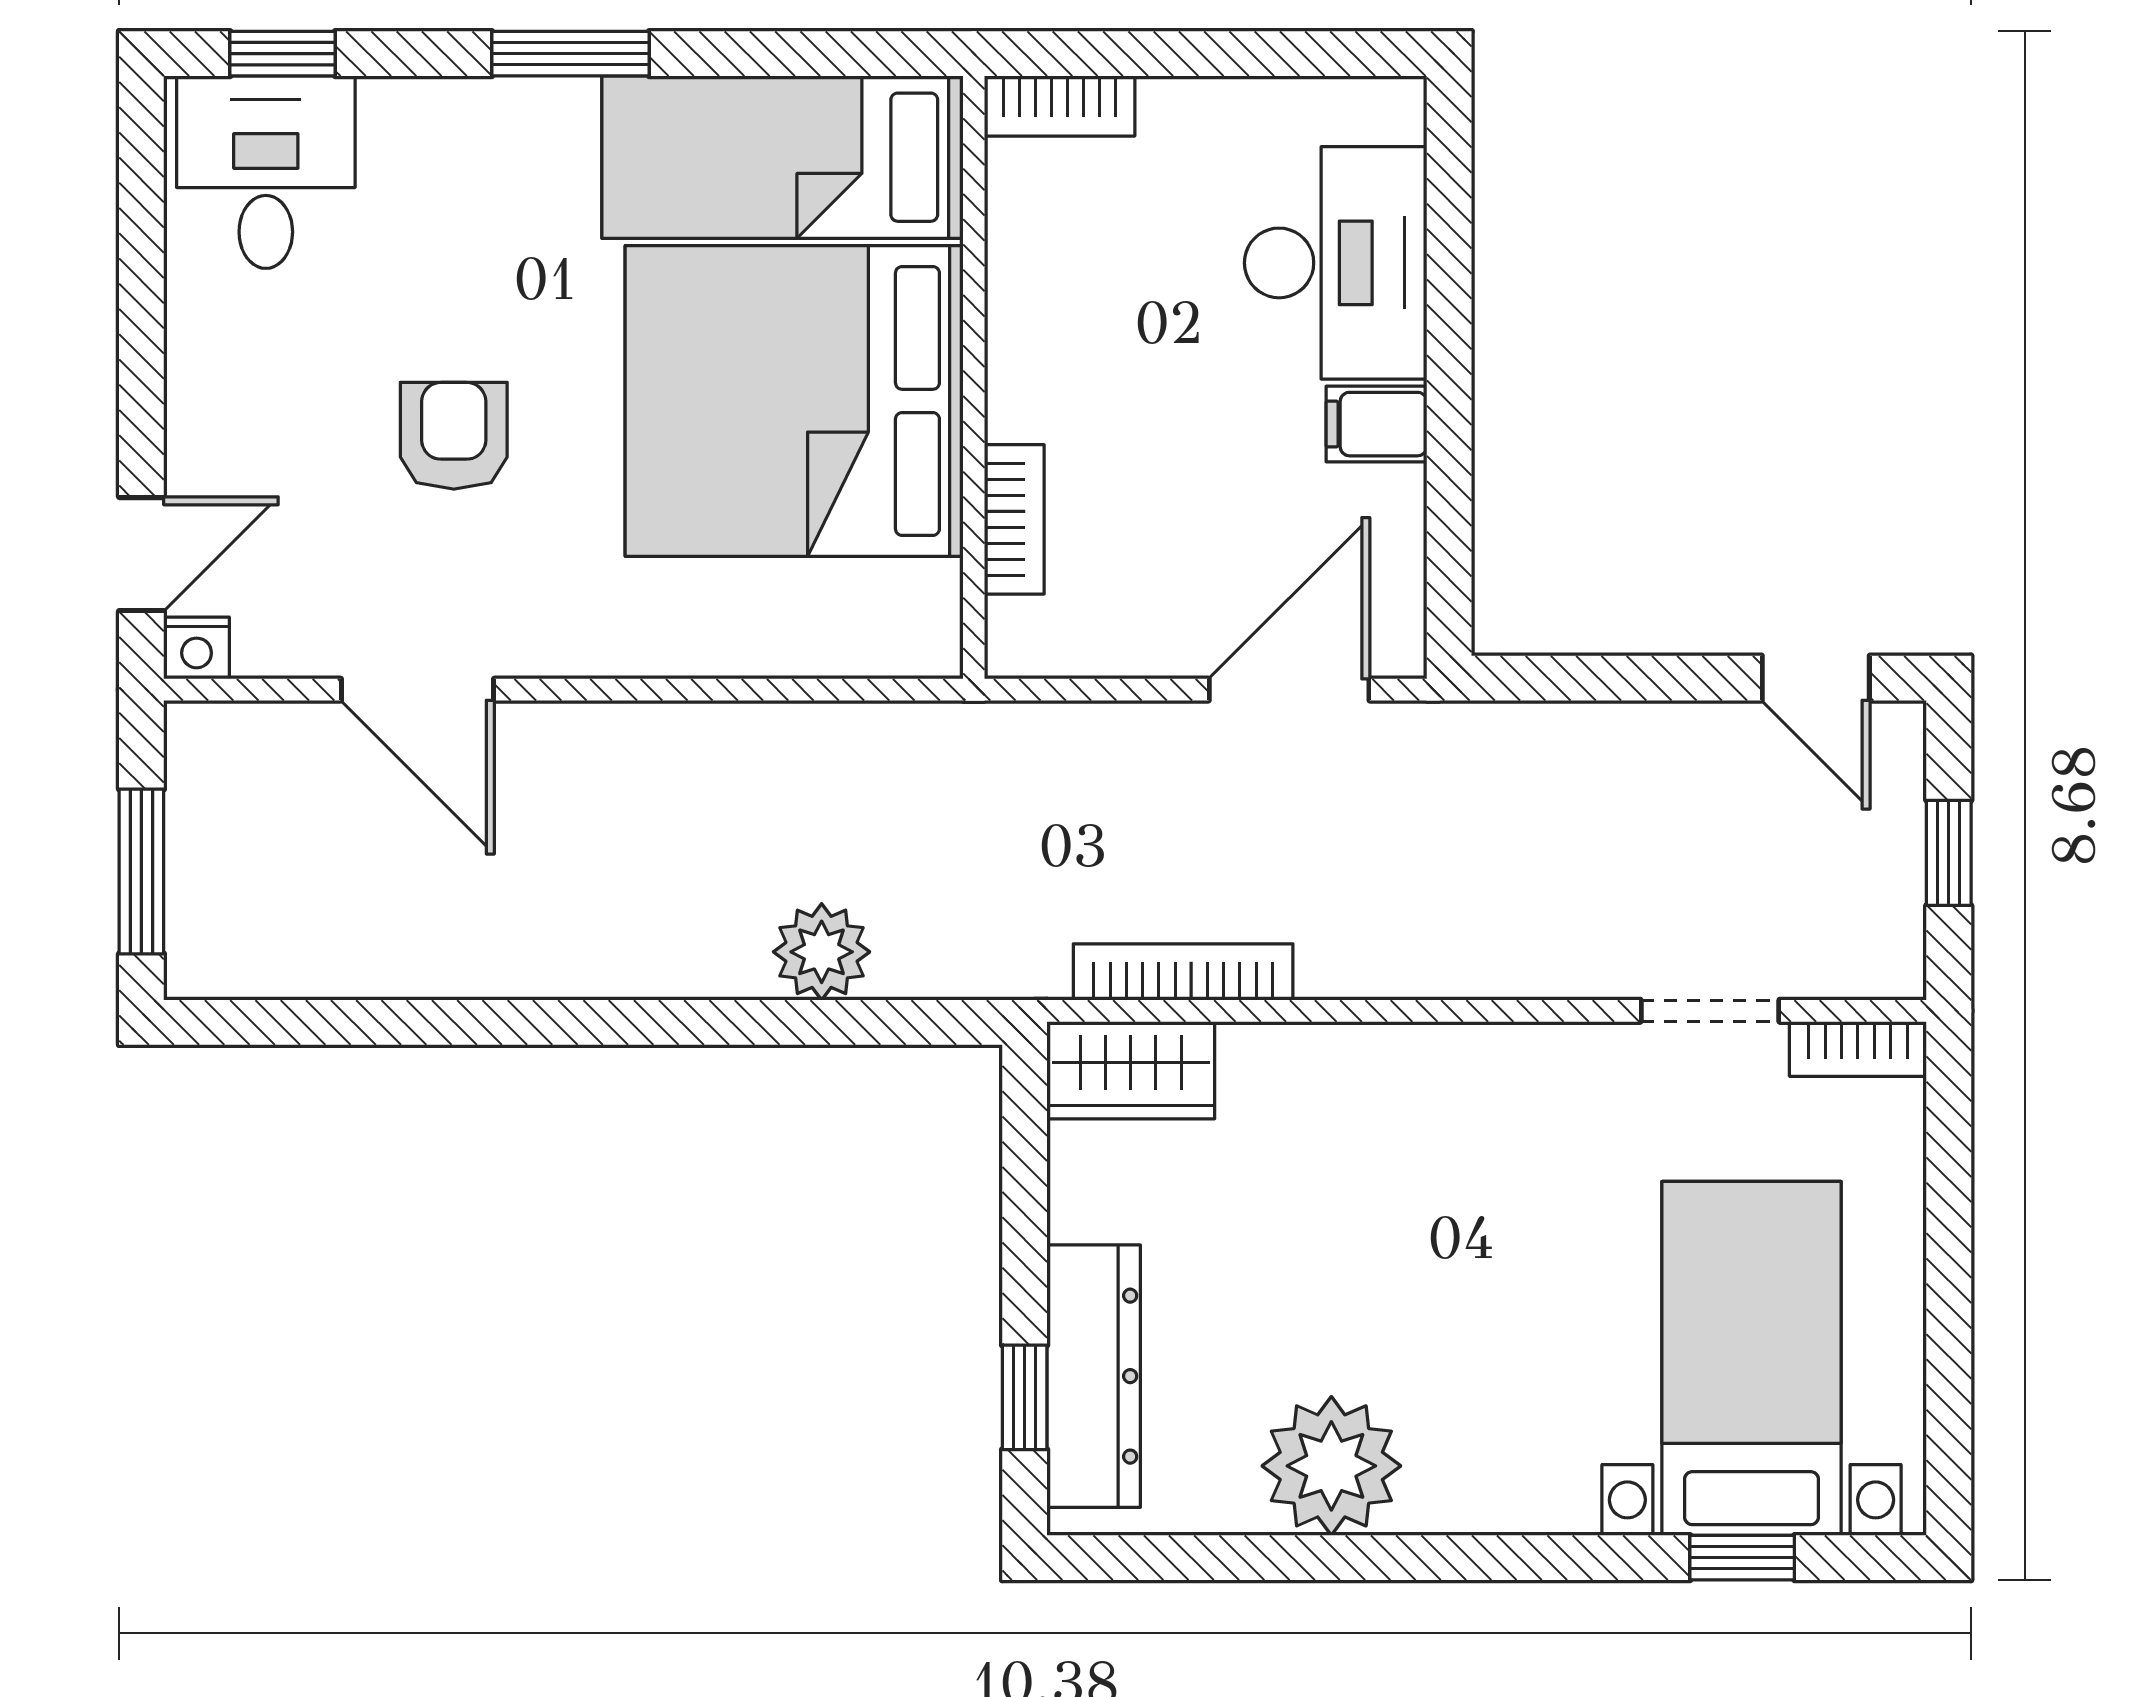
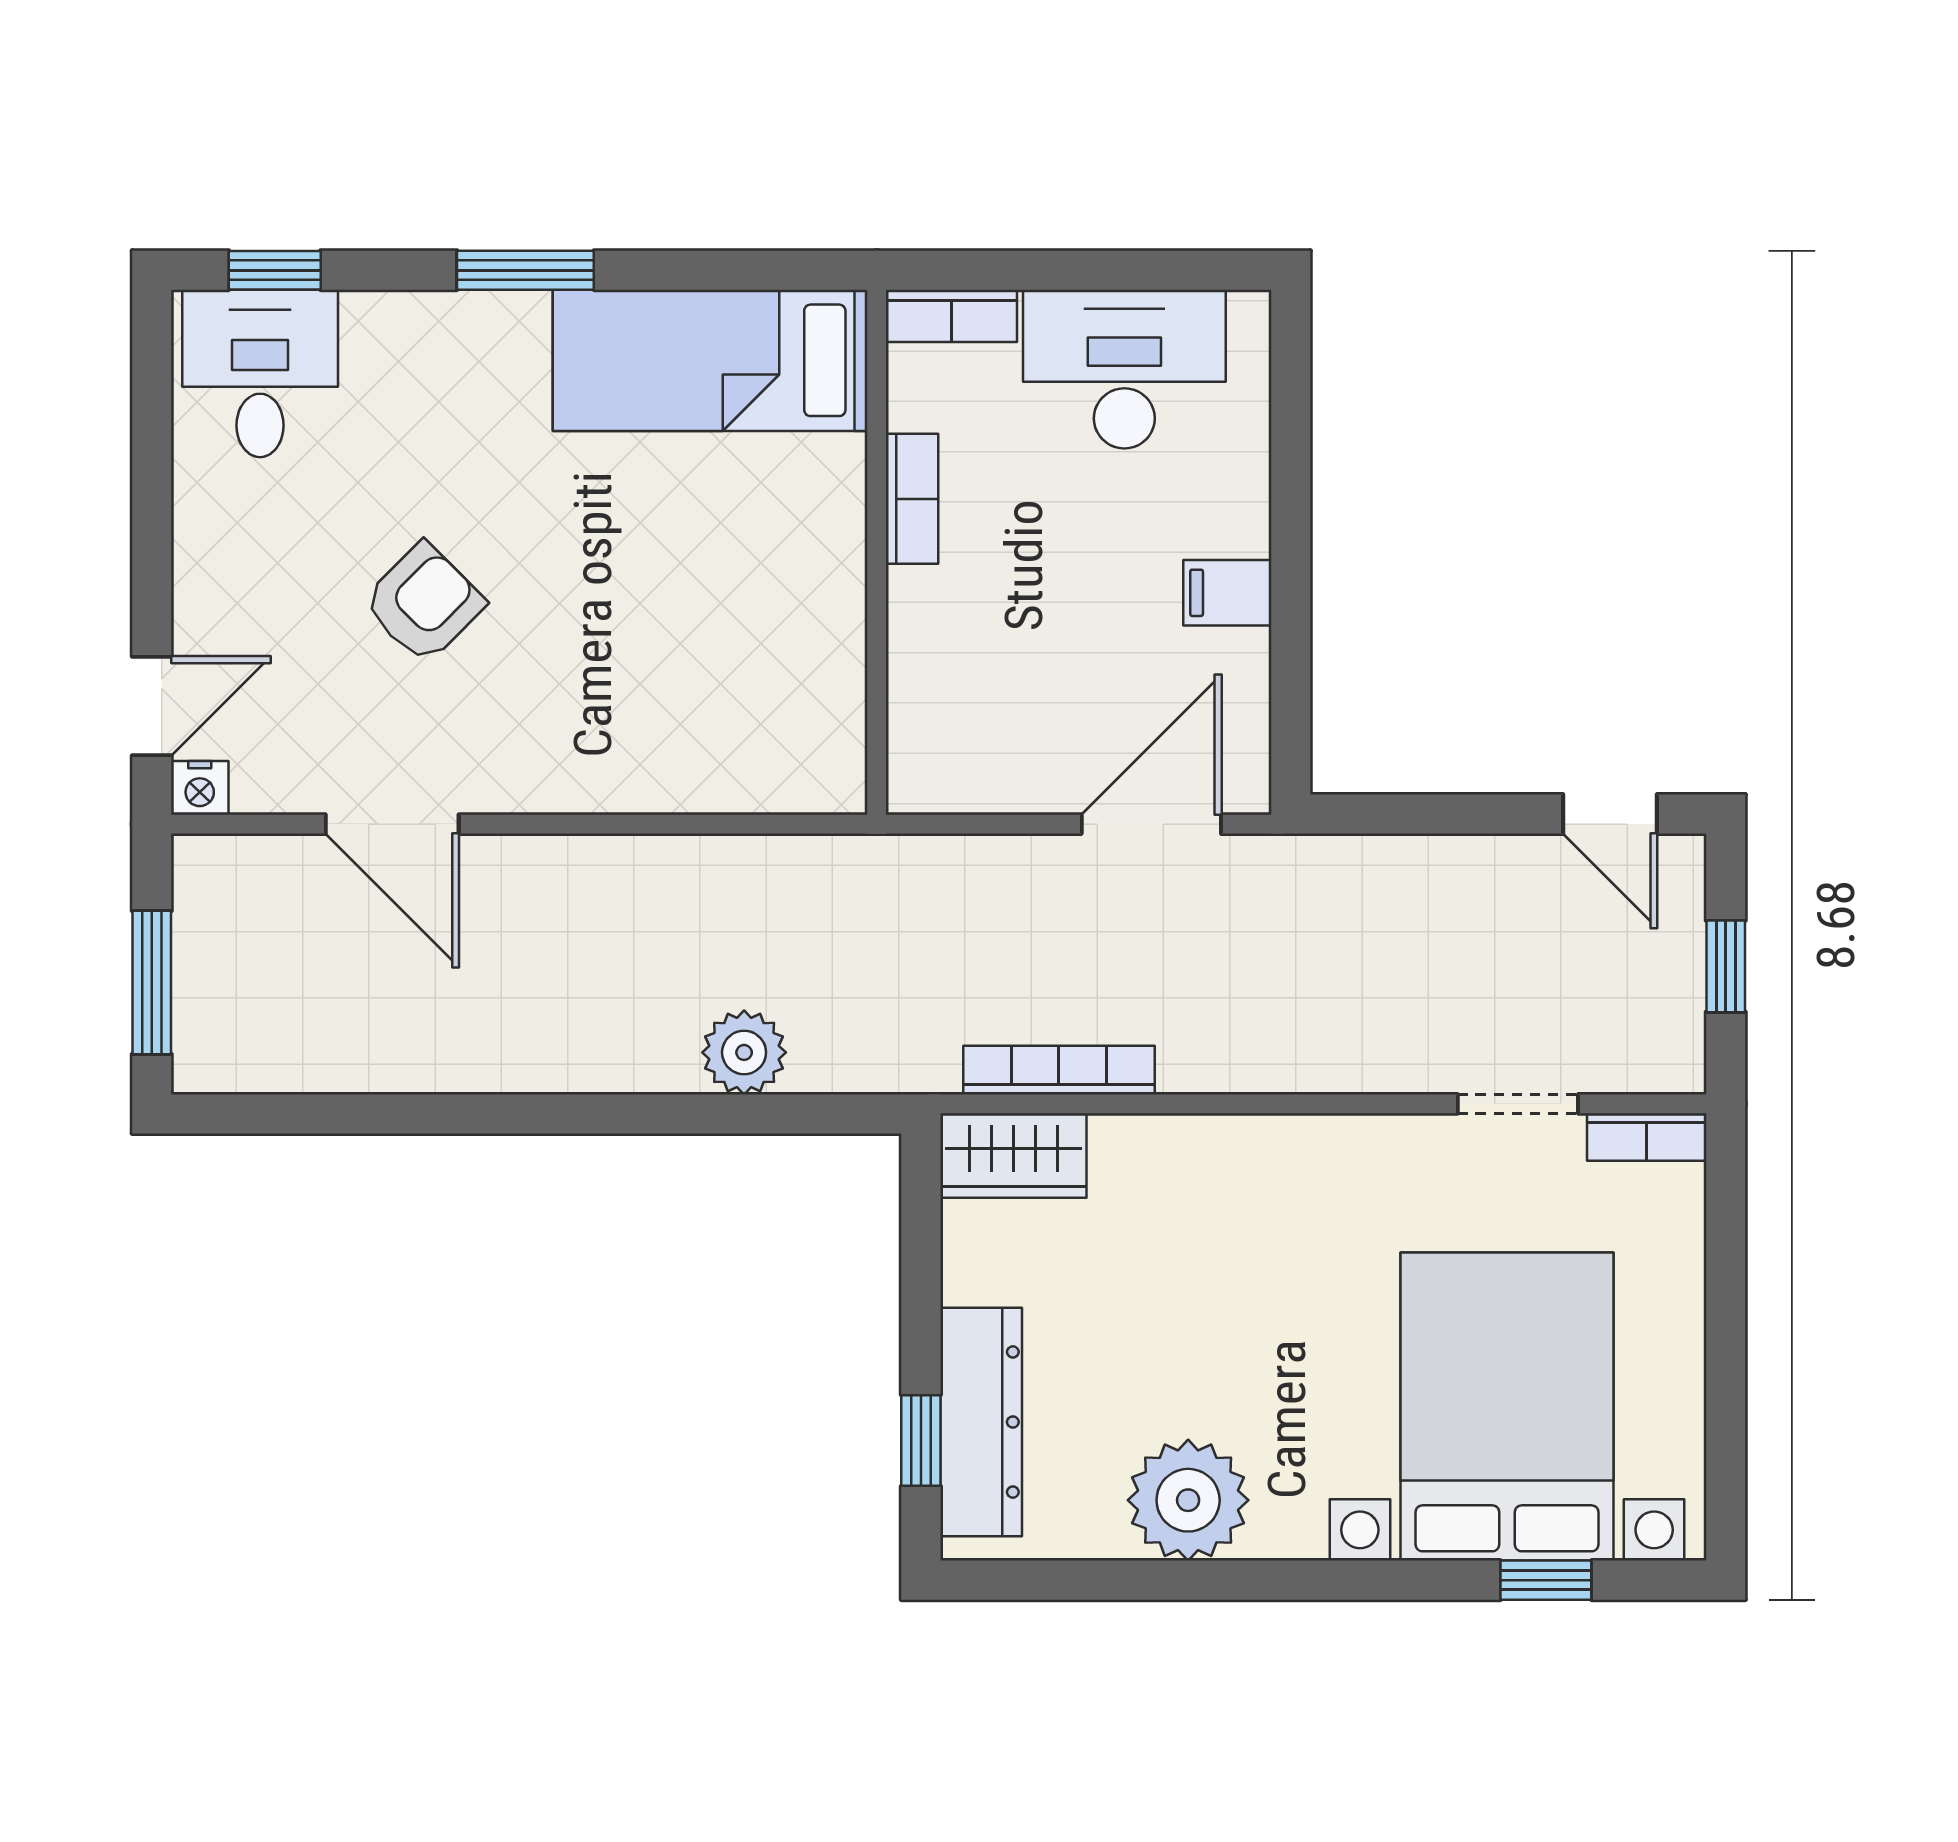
desk: (1336, 263) -> (1124, 369), moved, turned -90
bed: (794, 401) -> (720, 573), removed
armchair: (454, 436) -> (424, 603), turned 45
bookcase: (1014, 519) -> (912, 499), moved
bed with nightstands: (1751, 1358) -> (1507, 1407), width x1.36

